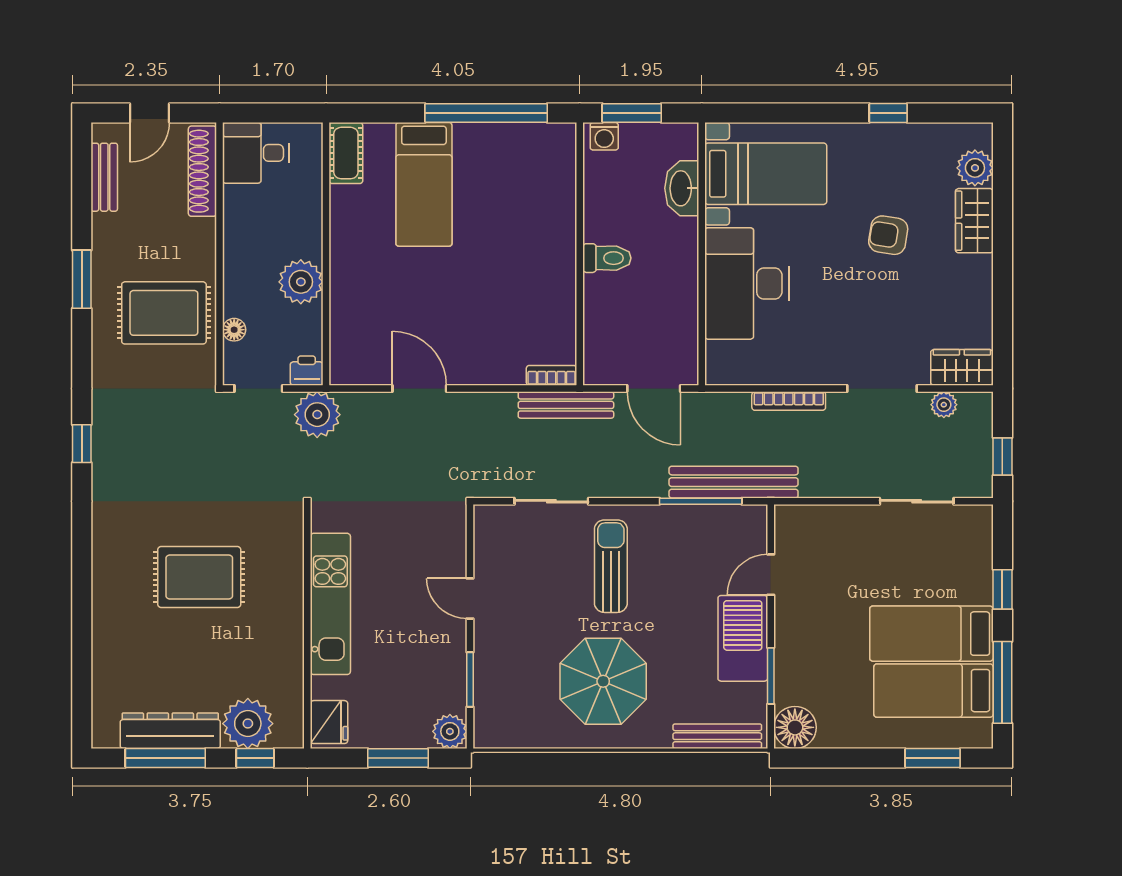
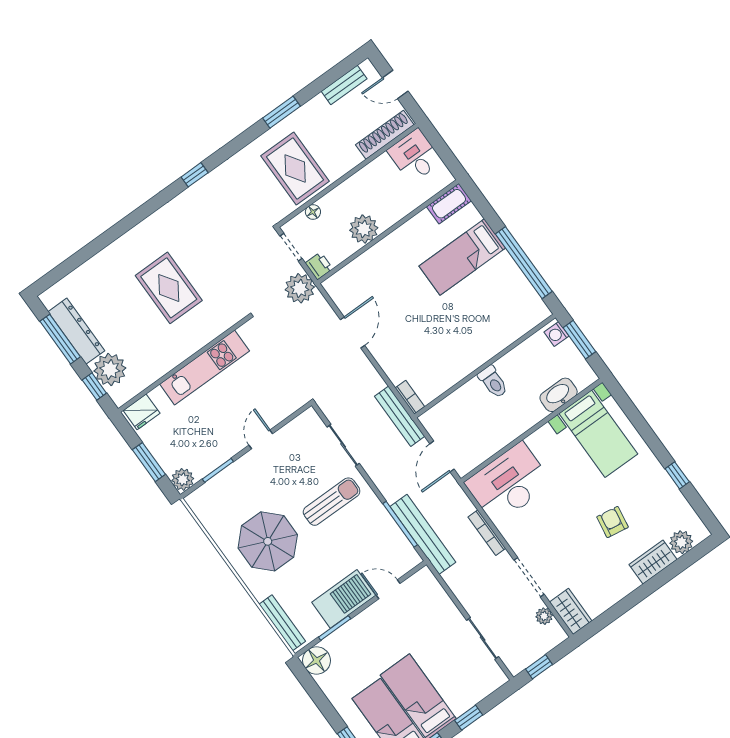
desk: (747, 283) -> (509, 483), moved

